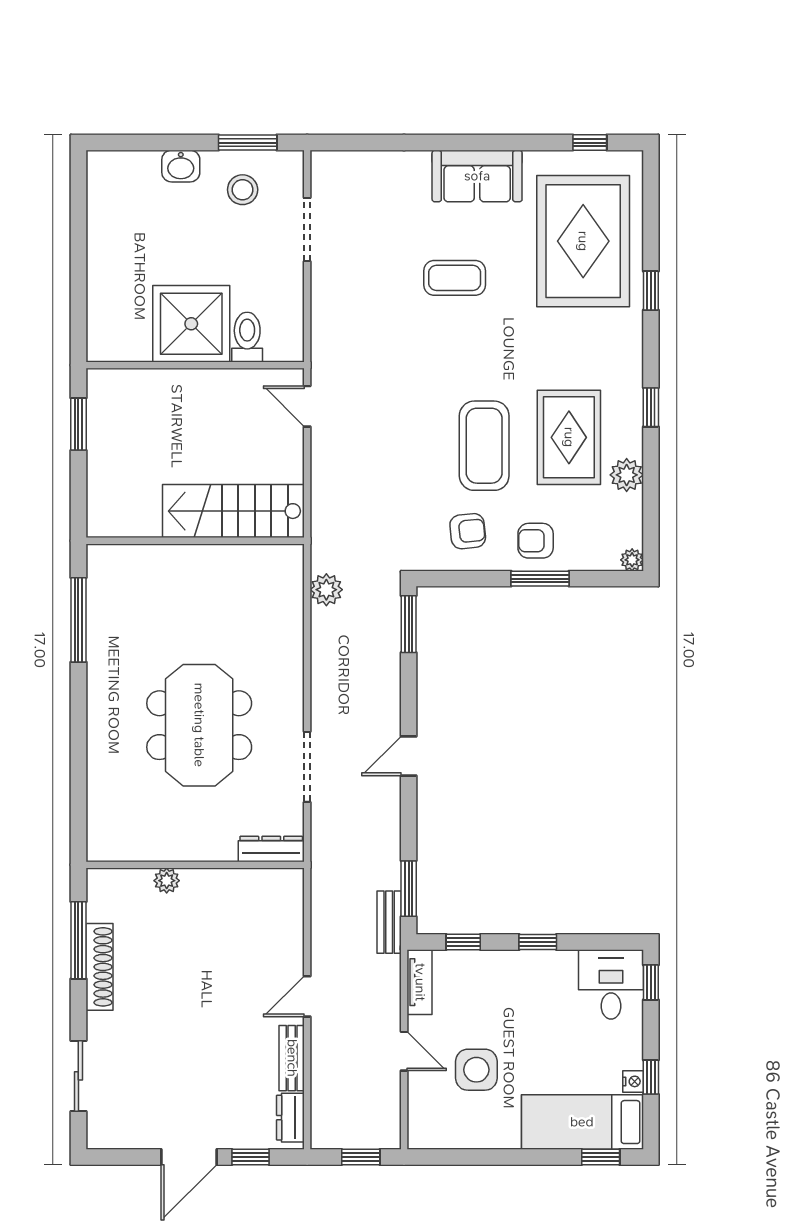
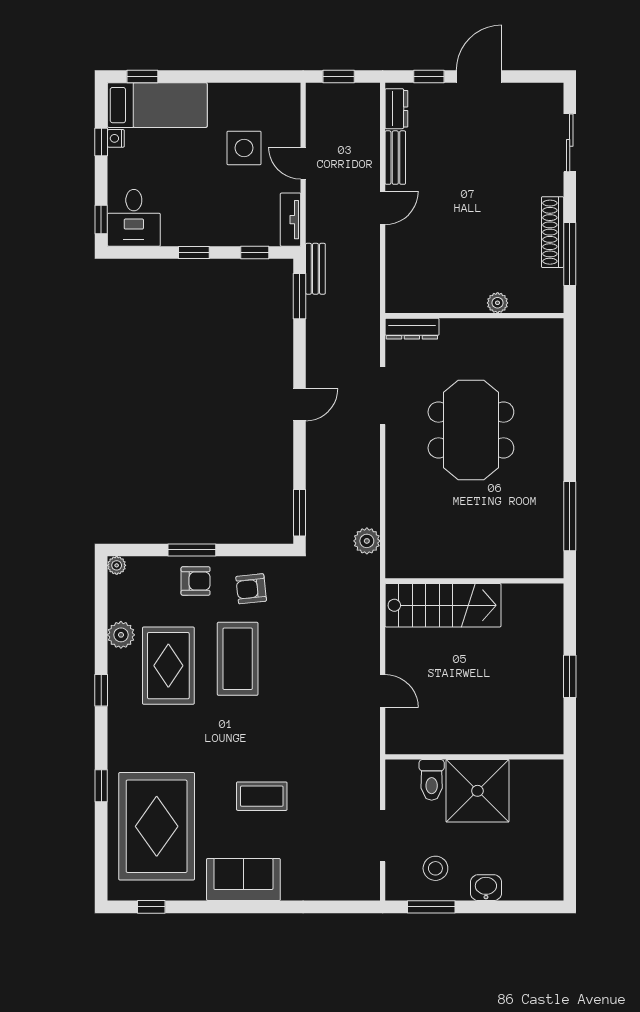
shower: (191, 324) -> (477, 791), moved
toilet: (247, 337) -> (432, 780), moved
wall: (195, 365) -> (474, 757), moved

